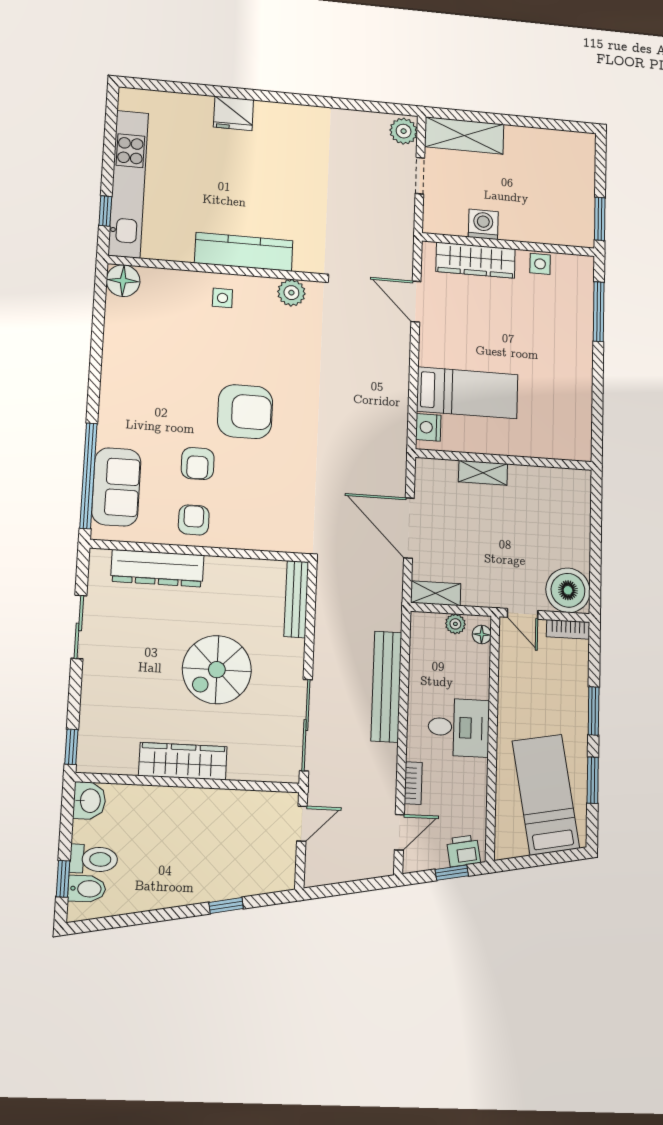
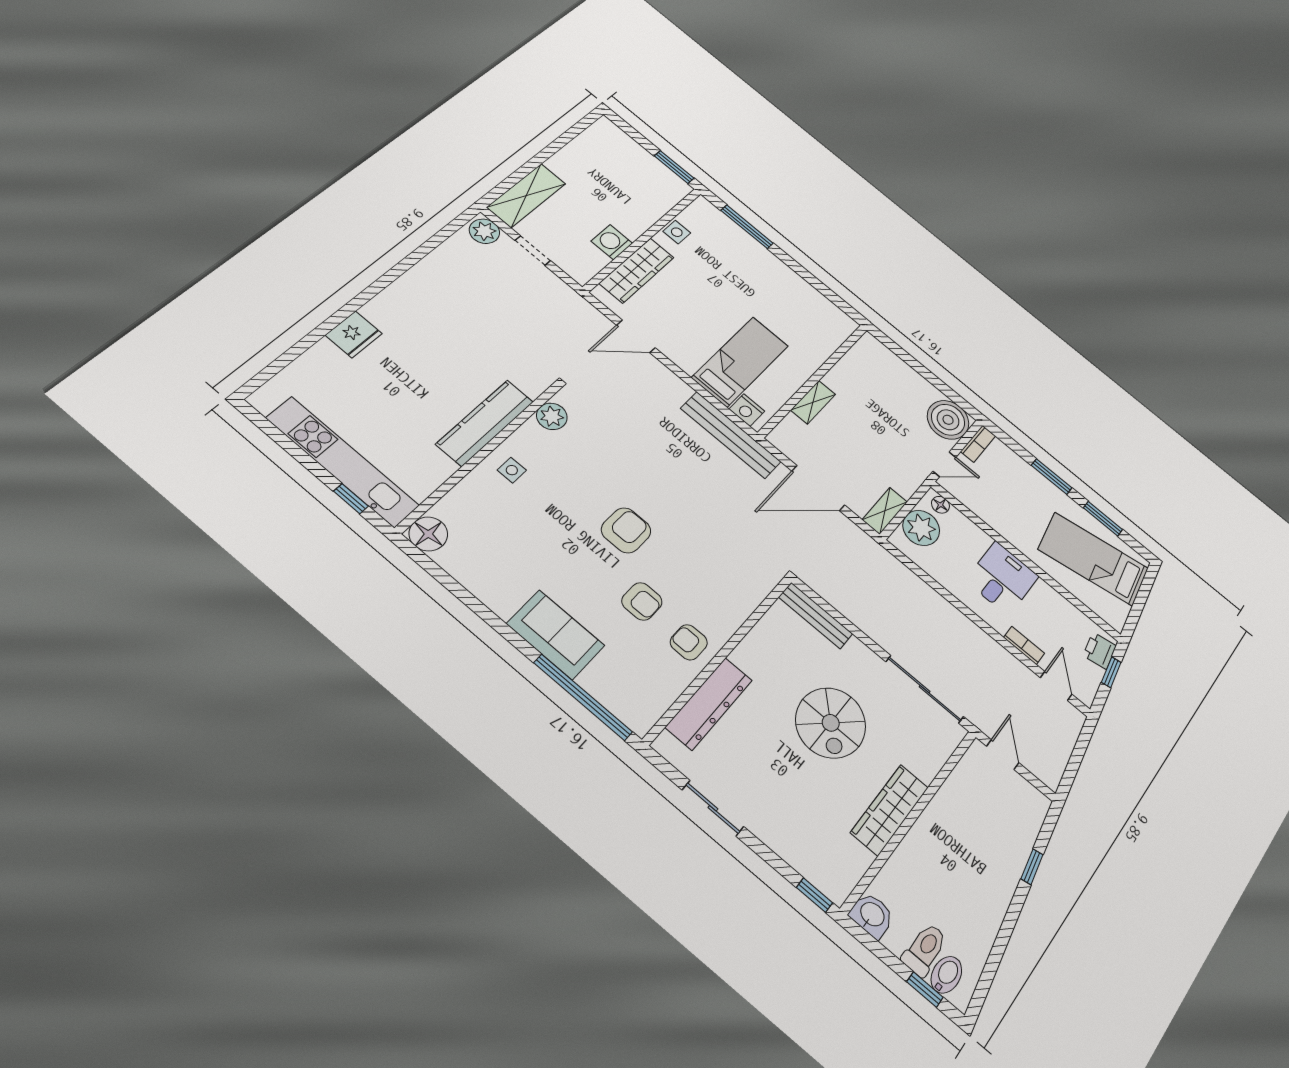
armchair: (245, 412) -> (626, 530), width x0.73, depth x0.73
sofa: (116, 487) -> (556, 635), moved
plant: (455, 624) -> (921, 528), width x1.87, depth x1.87
bench: (386, 687) -> (731, 435), moved

